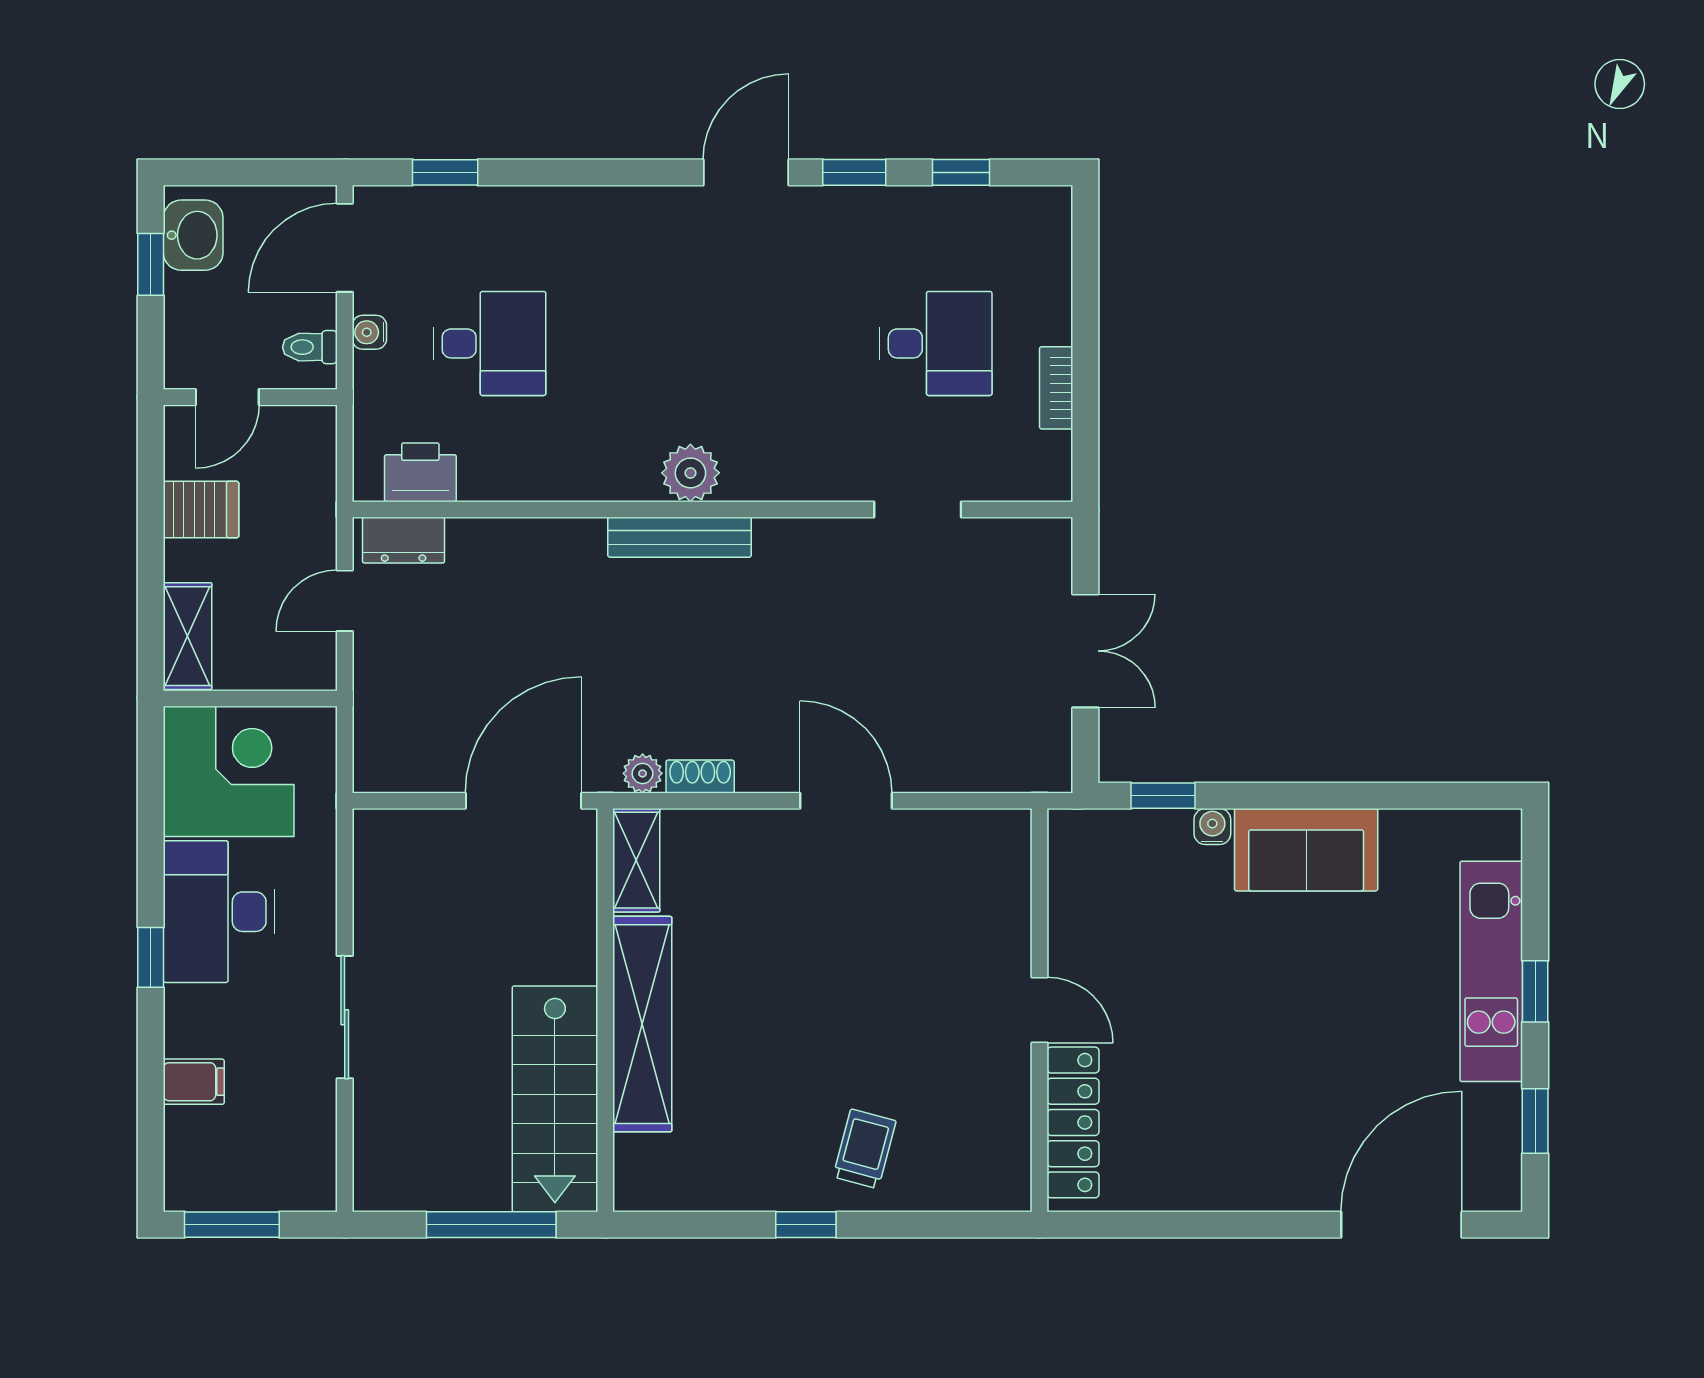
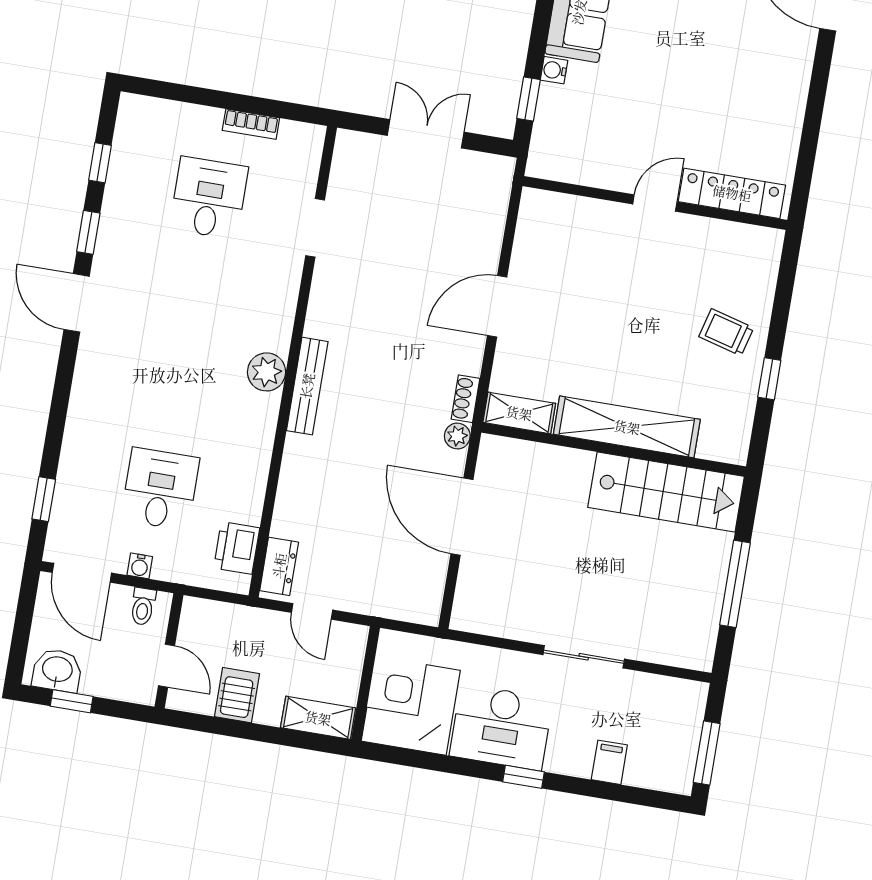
shelving: (636, 860) -> (519, 413), moved
wall: (605, 1010) -> (614, 449), moved
shelving: (642, 1024) -> (627, 427), moved
stairs: (555, 1099) -> (666, 492), moved

